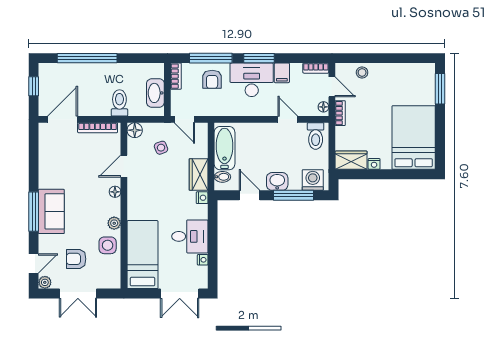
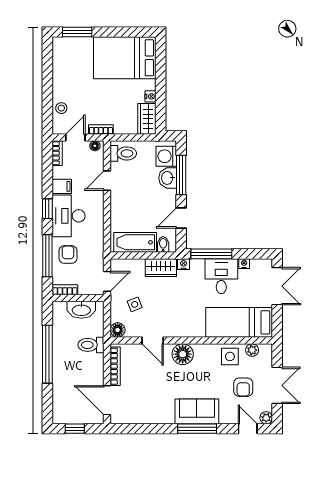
window: (87, 58) -> (47, 354), moved
window: (259, 58) -> (47, 209), width x0.67
armchair: (212, 79) -> (68, 255), turned -90
washbasin: (277, 181) -> (168, 178), moved
floor lamp: (115, 192) -> (183, 354), width x1.89, depth x1.89
plant: (114, 223) -> (252, 350), moved
window: (213, 226) -> (211, 254), added

